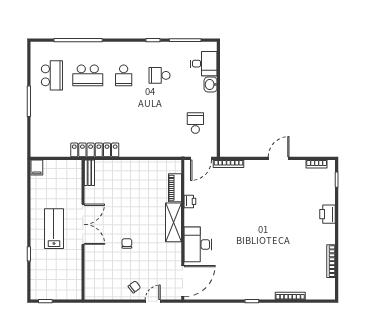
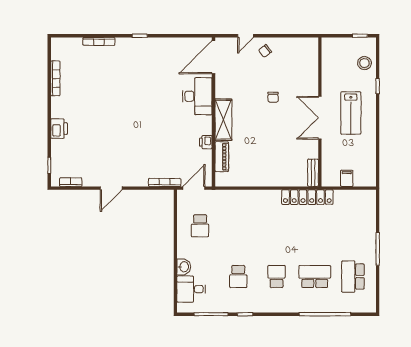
school desk: (159, 75) -> (238, 277), turned 90
filing cabinet: (37, 167) -> (347, 178), moved
stool: (41, 276) -> (364, 63), added

